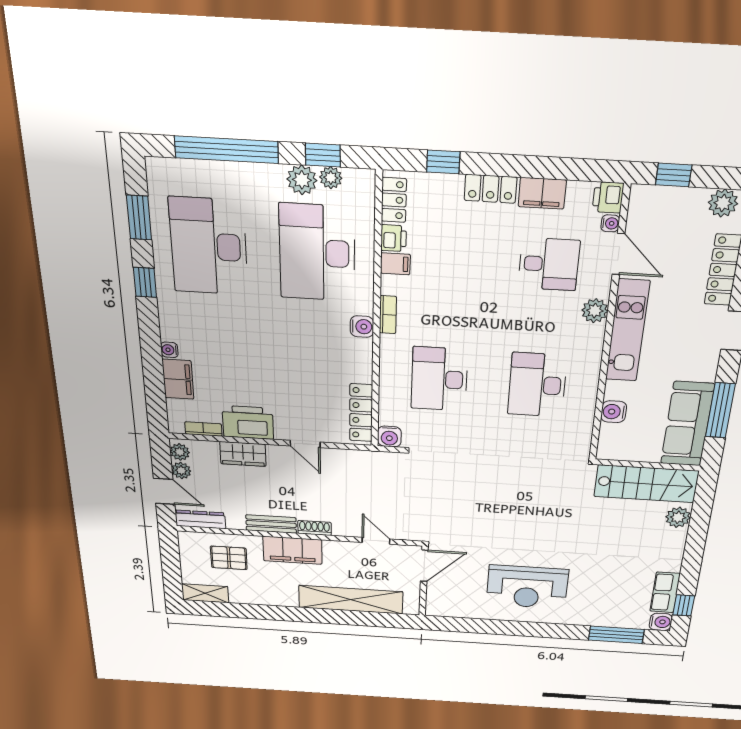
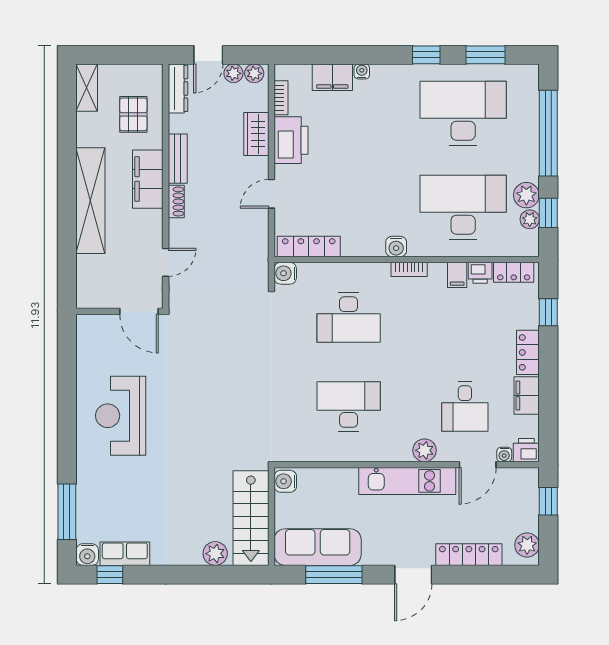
desk: (439, 379) -> (349, 318), turned 180
water cooler: (614, 412) -> (285, 481), moved, turned -90
shelving: (351, 600) -> (90, 201), moved

